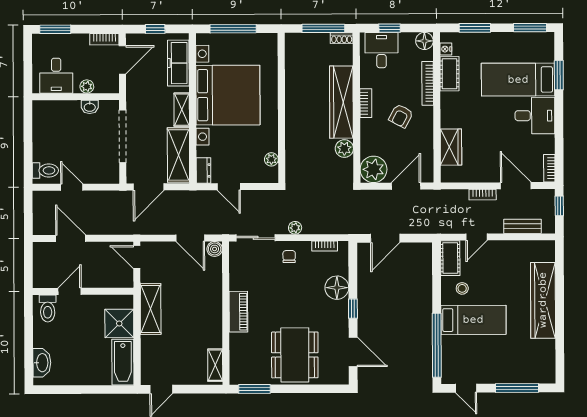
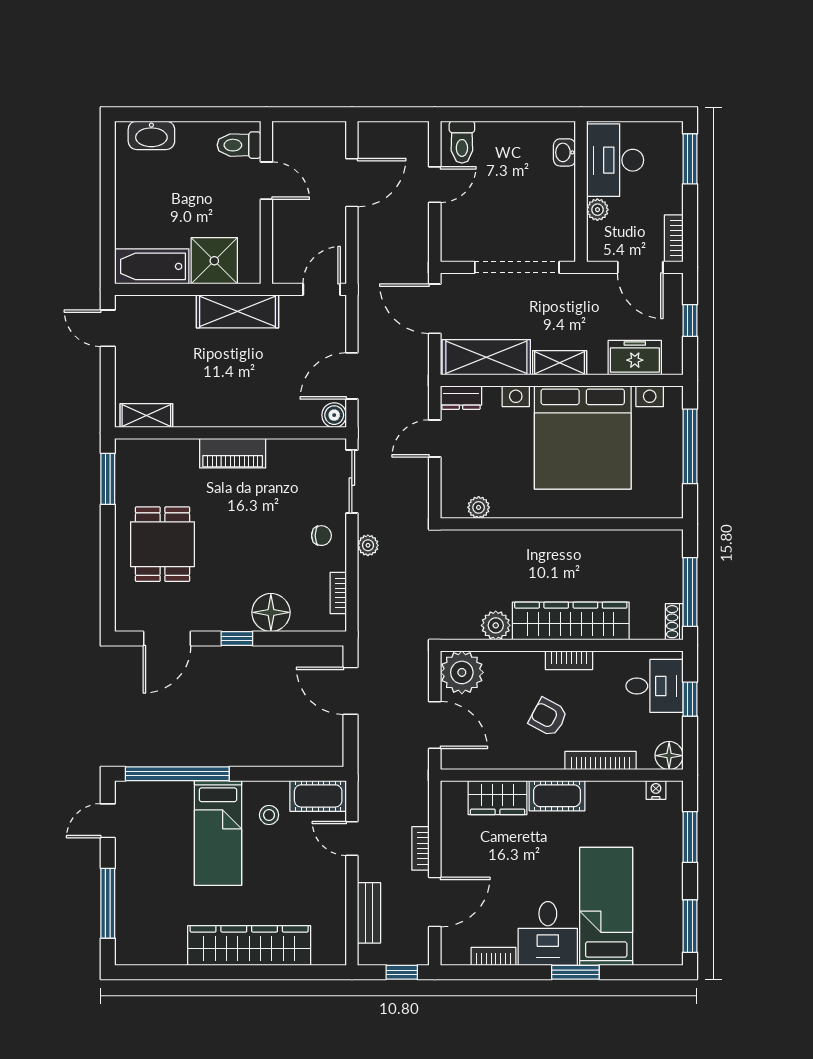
freezer: (178, 63) -> (635, 358), width x0.71
cot: (449, 74) -> (557, 796), moved
window: (559, 75) -> (575, 972), moved
desk: (56, 76) -> (615, 160), width x1.37
washbasin: (90, 107) -> (564, 152), moved
bookcase: (549, 168) -> (493, 956), moved
dining table: (295, 355) -> (163, 544), width x0.73

